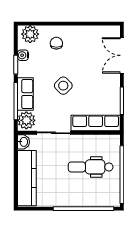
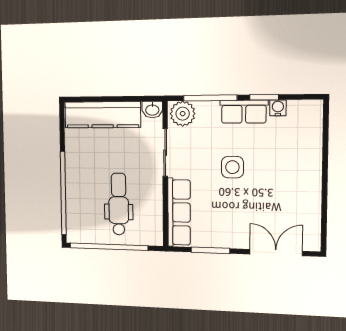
plant: (30, 34) -> (310, 118), removed
chair: (56, 43) -> (295, 158), removed
side table: (63, 86) -> (232, 167), turned 45
row of seats: (25, 94) -> (244, 112), moved

